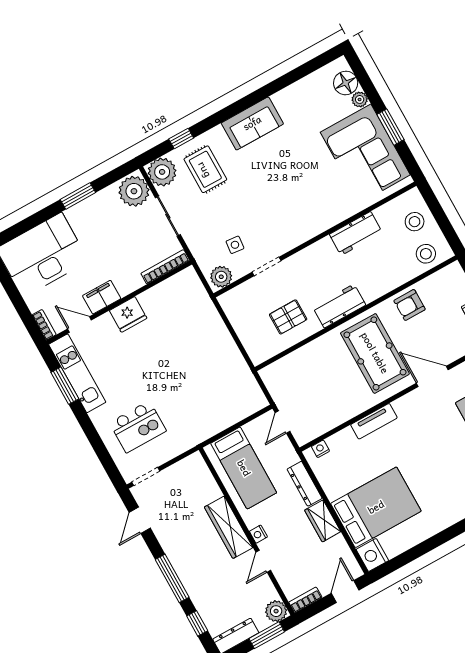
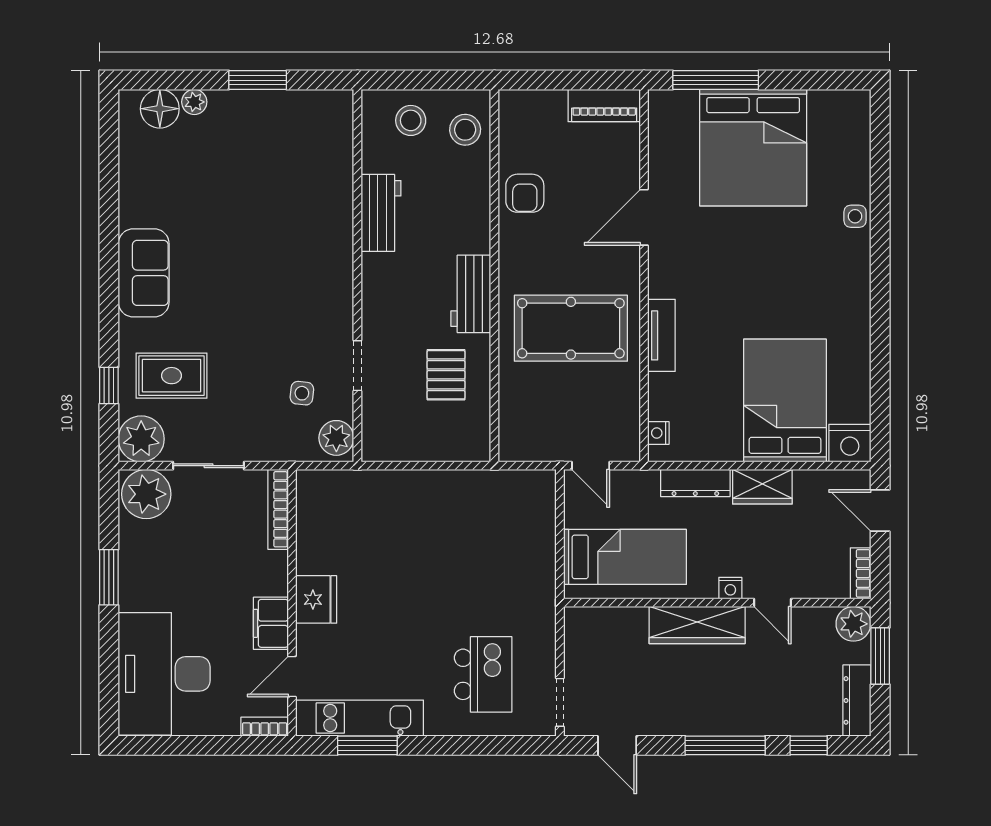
corner sofa: (365, 154) -> (275, 136), removed
pool table: (375, 353) -> (571, 328), moved

